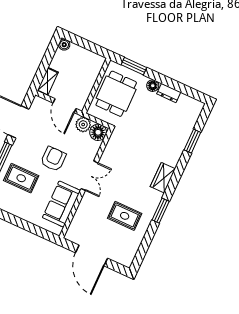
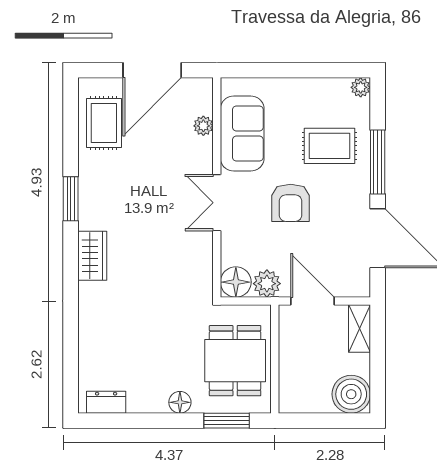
boiler: (64, 45) -> (351, 394), width x1.86, depth x1.86
dresser: (169, 93) -> (106, 402), moved
window: (192, 141) -> (71, 340), removed
rug: (125, 216) -> (104, 123), moved, turned 90
plant: (79, 217) -> (203, 126), added
door: (92, 255) -> (152, 70), swing flipped

